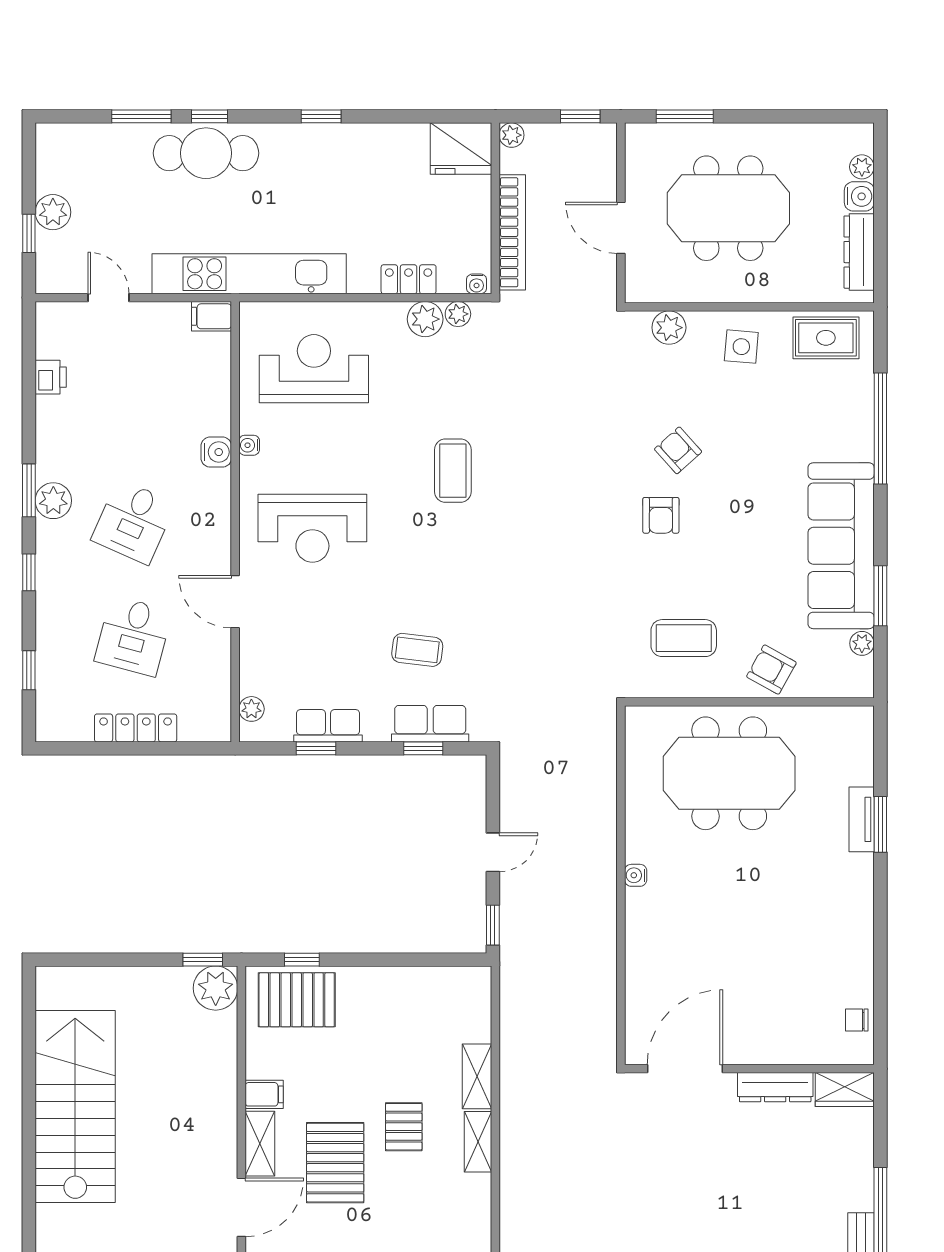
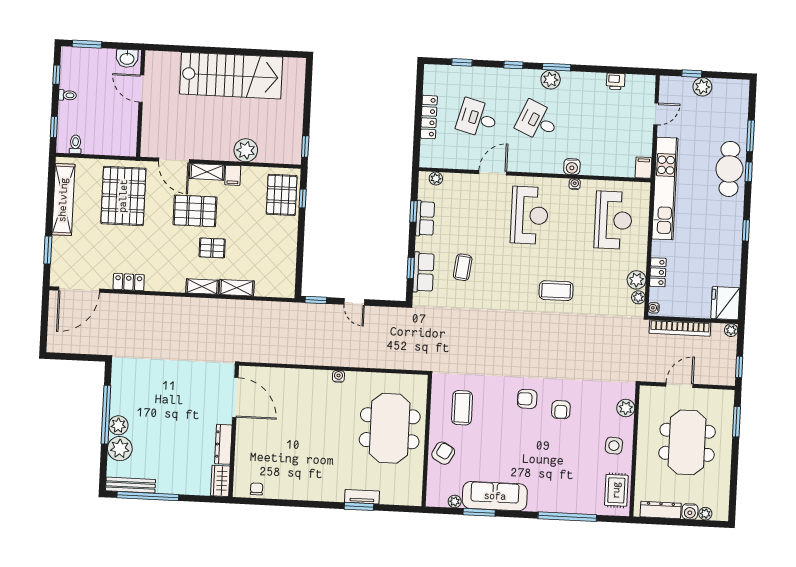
armchair: (678, 450) -> (561, 410), turned 132
reception desk: (312, 528) -> (529, 215), turned 180
sofa: (841, 546) -> (495, 496), width x0.74, depth x0.79
plant: (216, 988) -> (246, 150), moved

